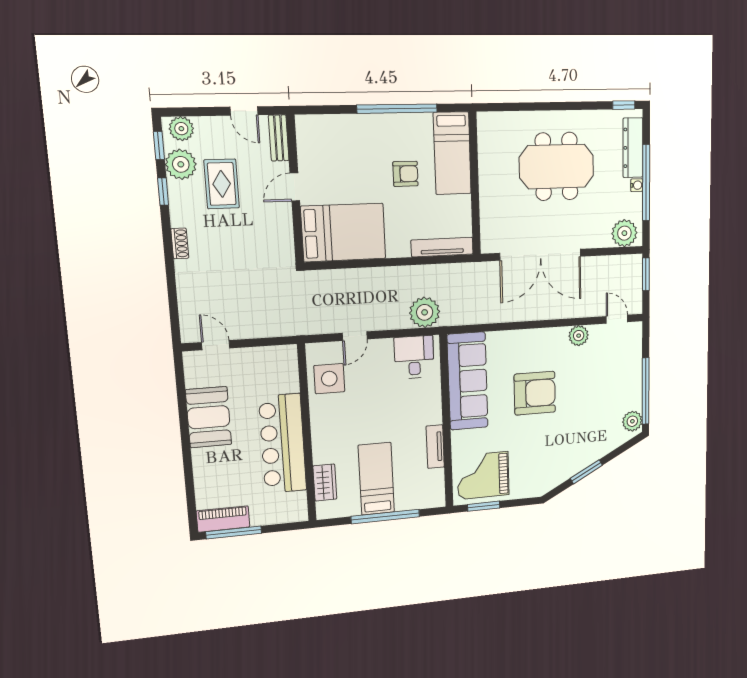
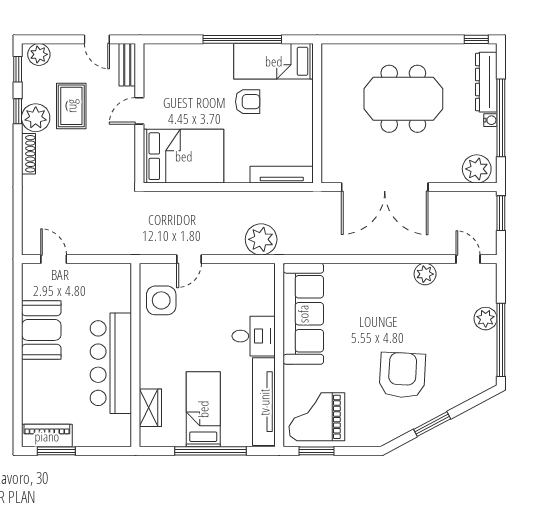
bed: (452, 153) -> (274, 61), moved, turned 90
plant: (181, 164) -> (36, 118), moved
shoe rack: (180, 243) -> (29, 154), width x1.43
desk: (414, 357) -> (254, 336), moved, turned 90
armchair: (535, 393) -> (402, 375), moved, turned -87
plant: (632, 421) -> (486, 319), moved
tv unit: (435, 447) -> (264, 402), width x1.92, depth x1.29
window: (234, 533) -> (56, 451), width x0.69

